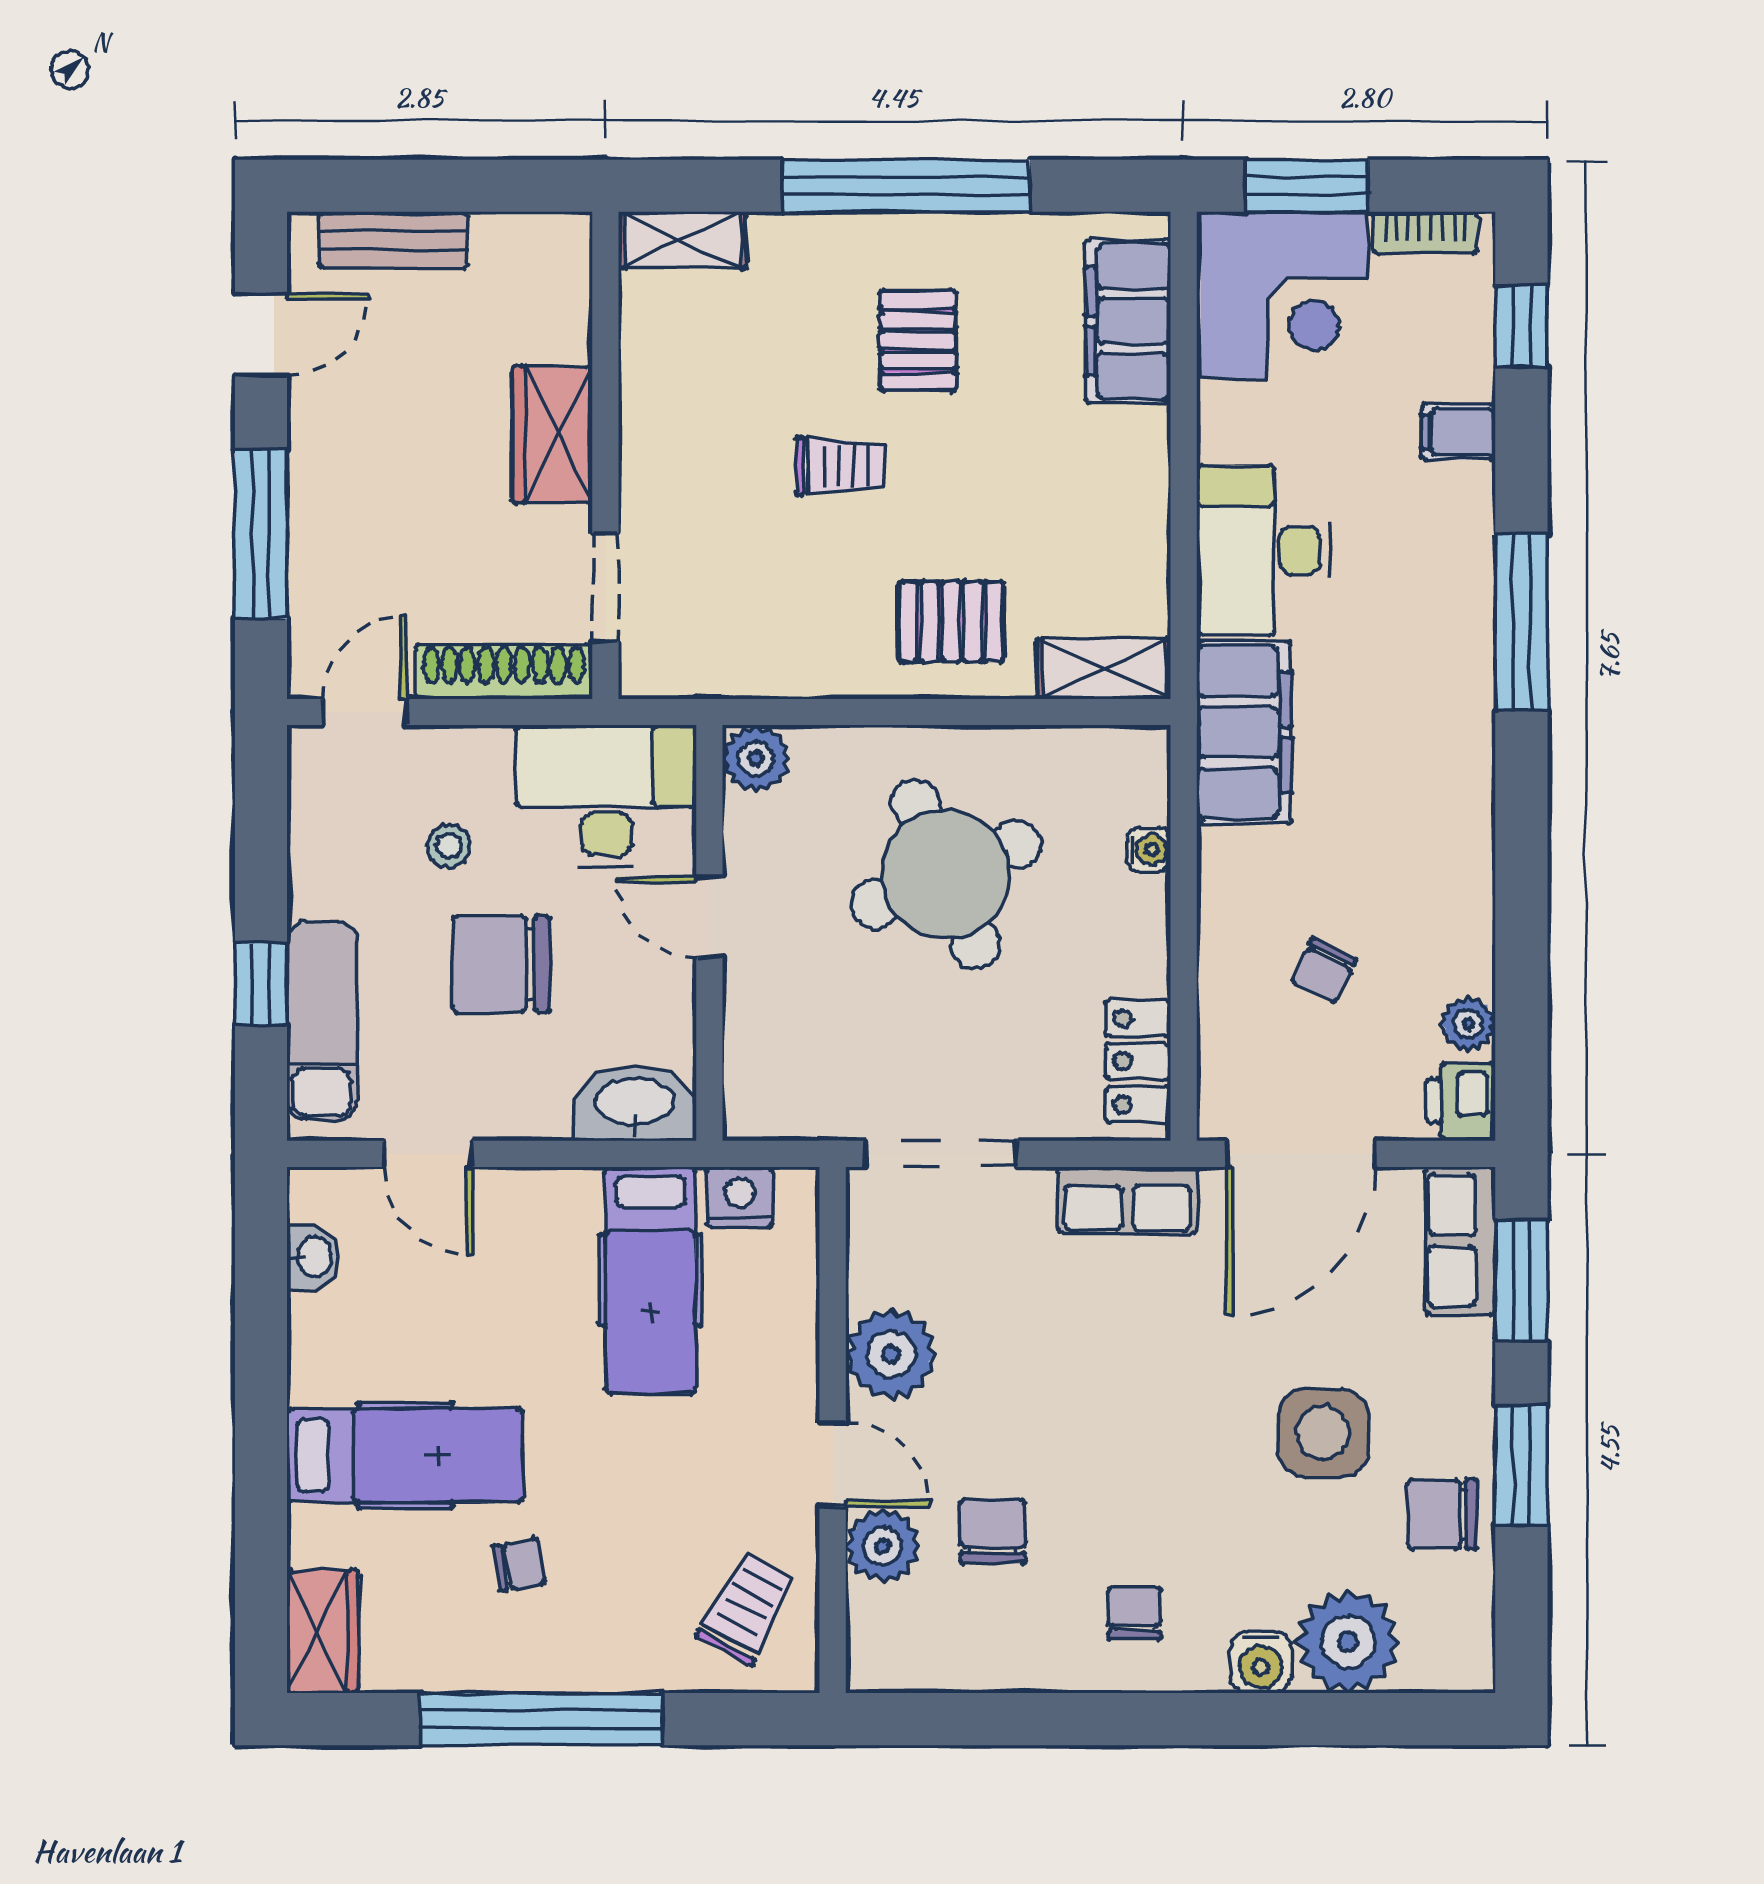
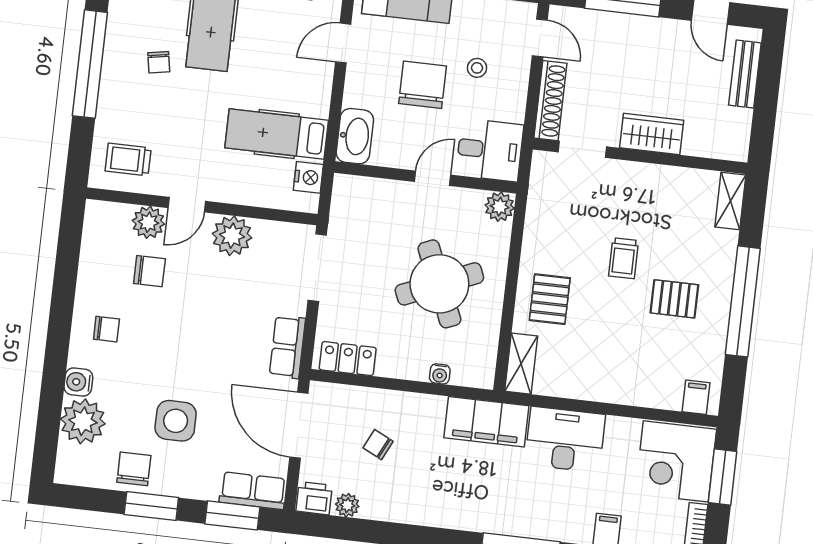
filing cabinet: (1128, 321) -> (696, 397), width x0.33, depth x0.86
desk: (606, 796) -> (490, 150), width x0.73
trolley: (746, 1608) -> (128, 159), turned 152

